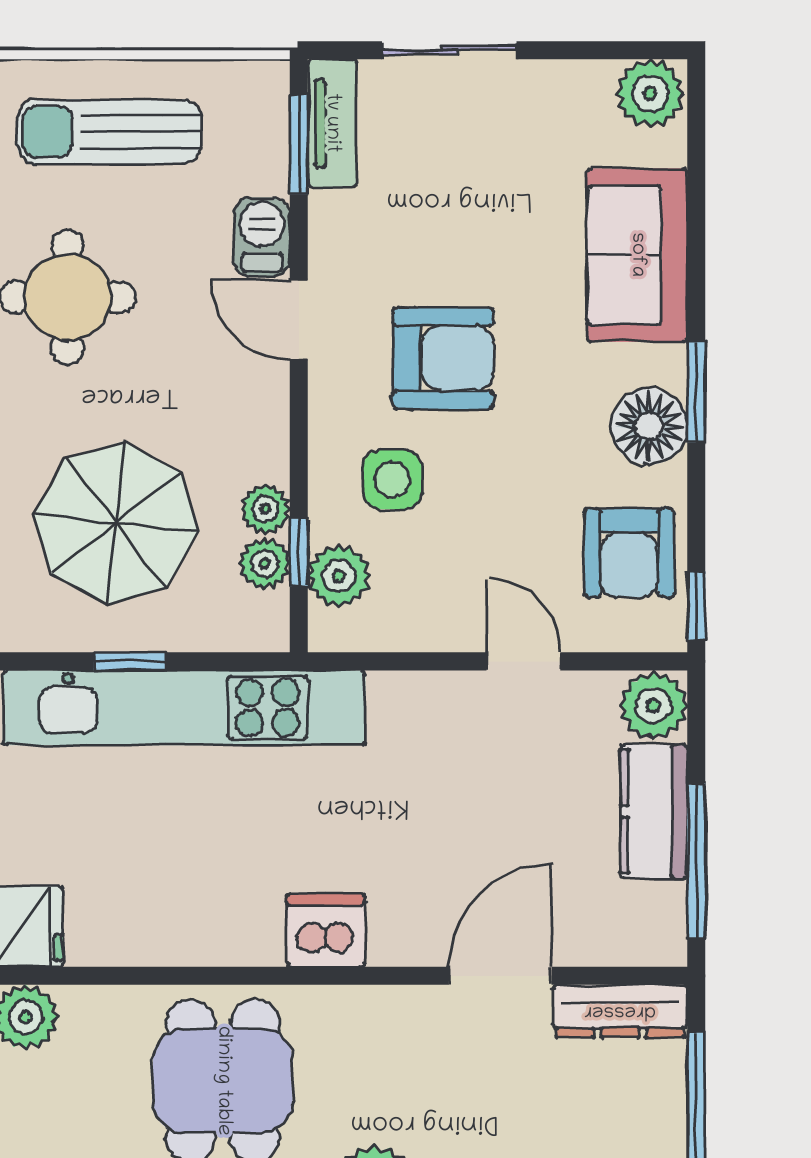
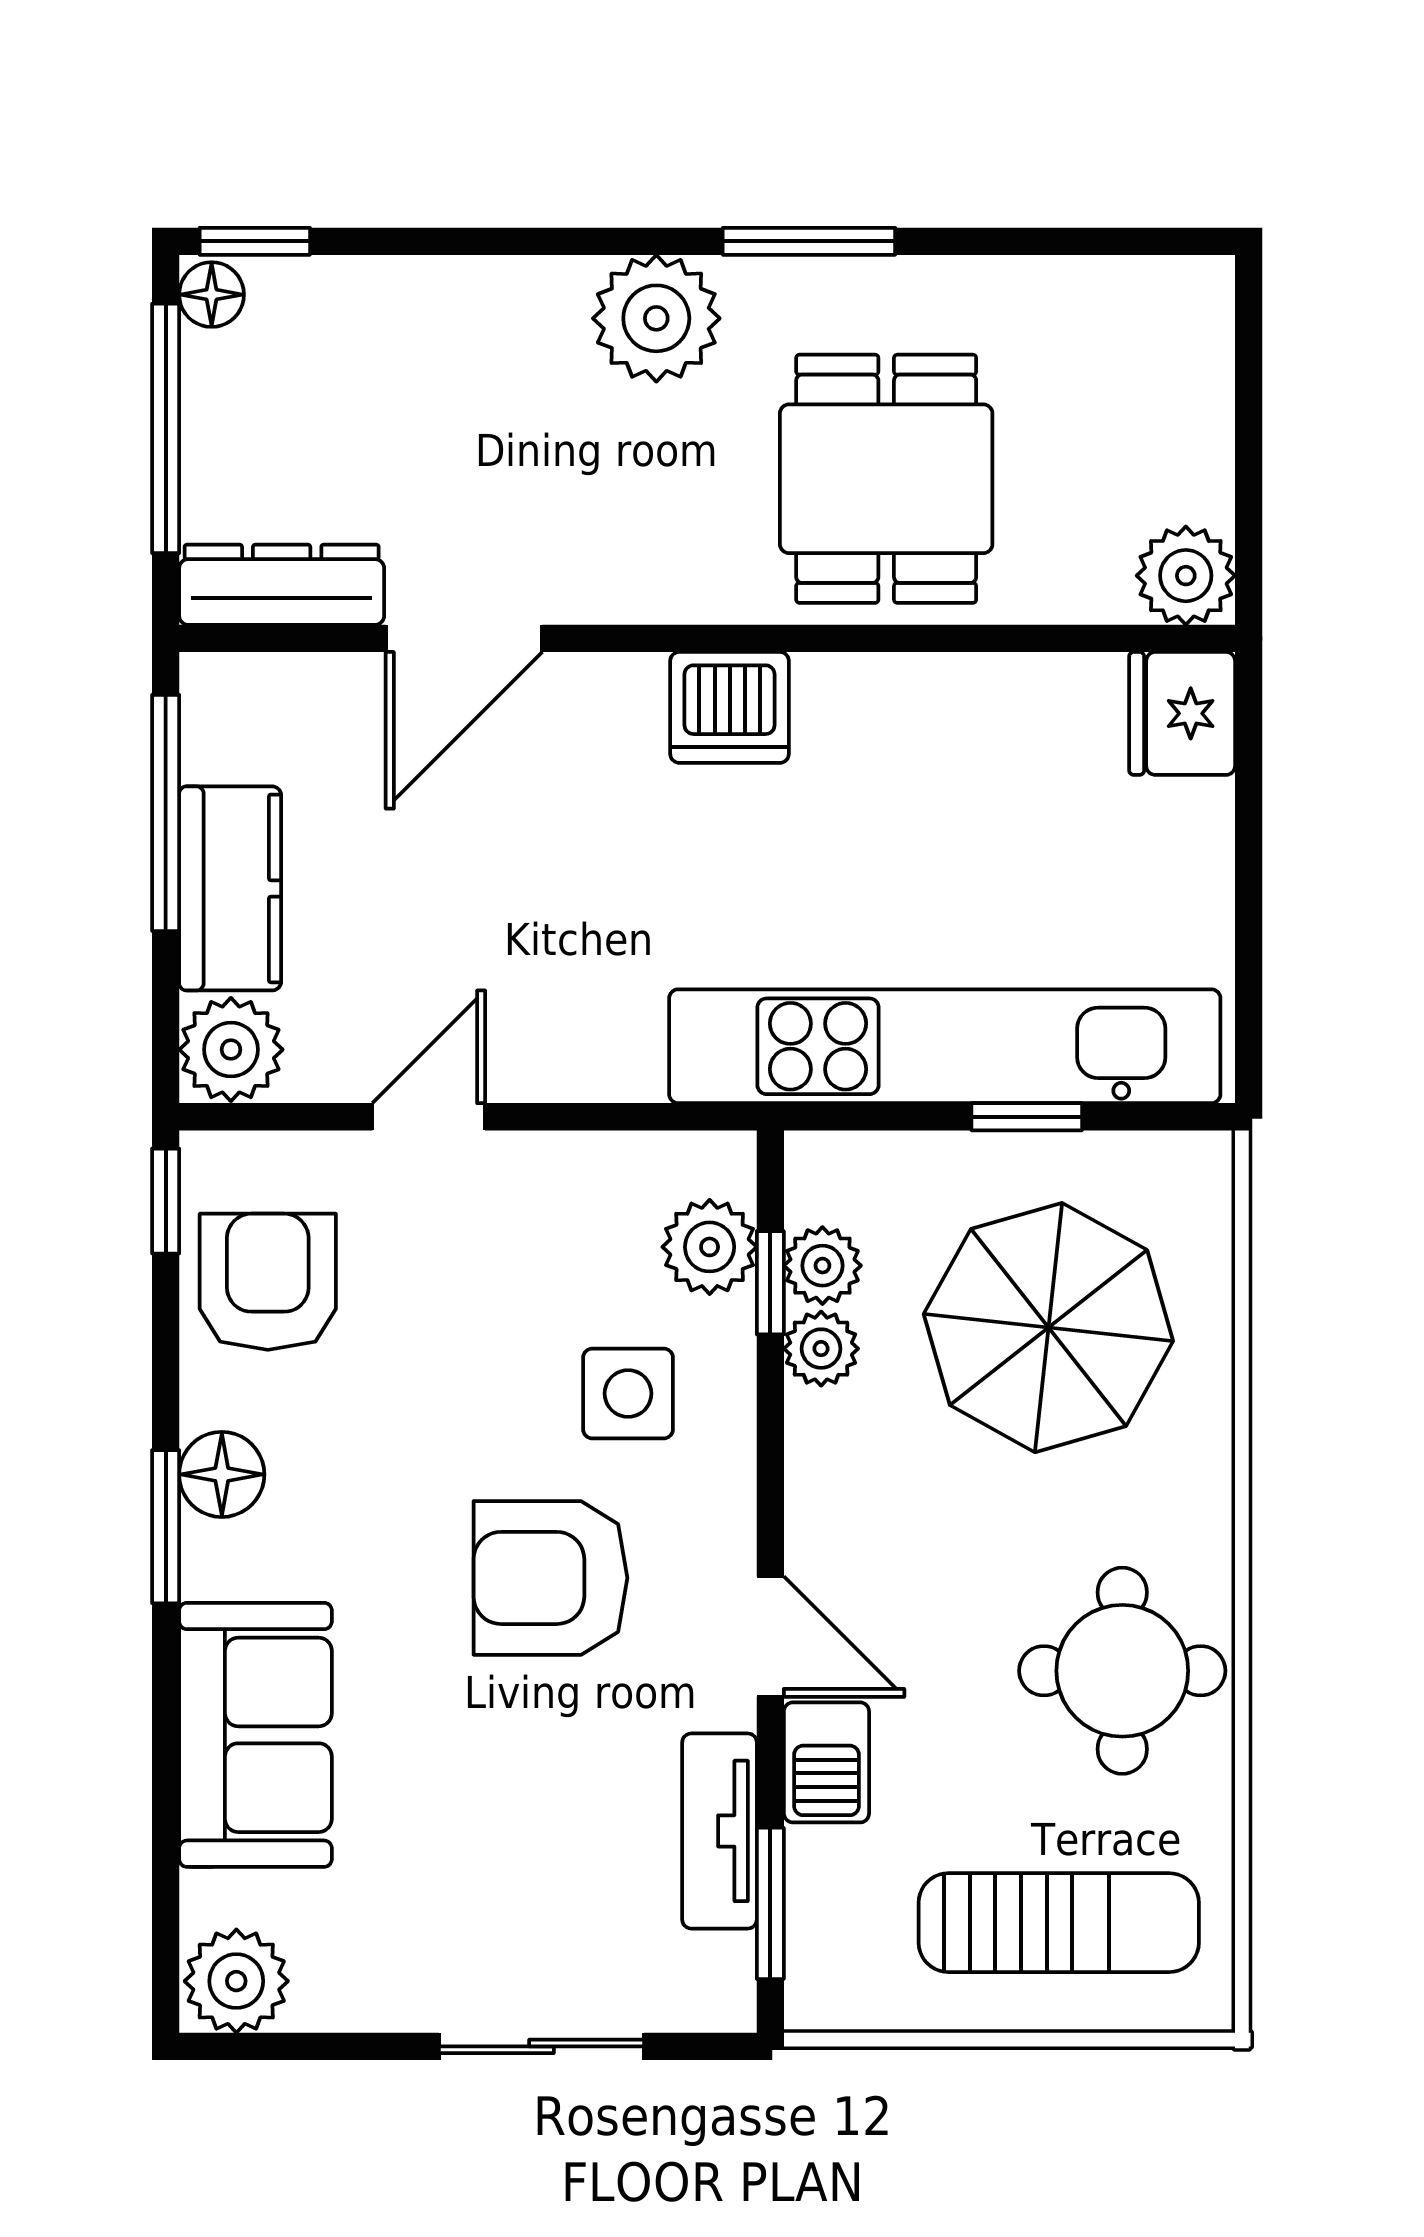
tv unit: (332, 123) -> (720, 1831), moved
floor lamp: (649, 426) -> (222, 1474), width x0.73, depth x0.73
door: (523, 661) -> (429, 1117), swing flipped

